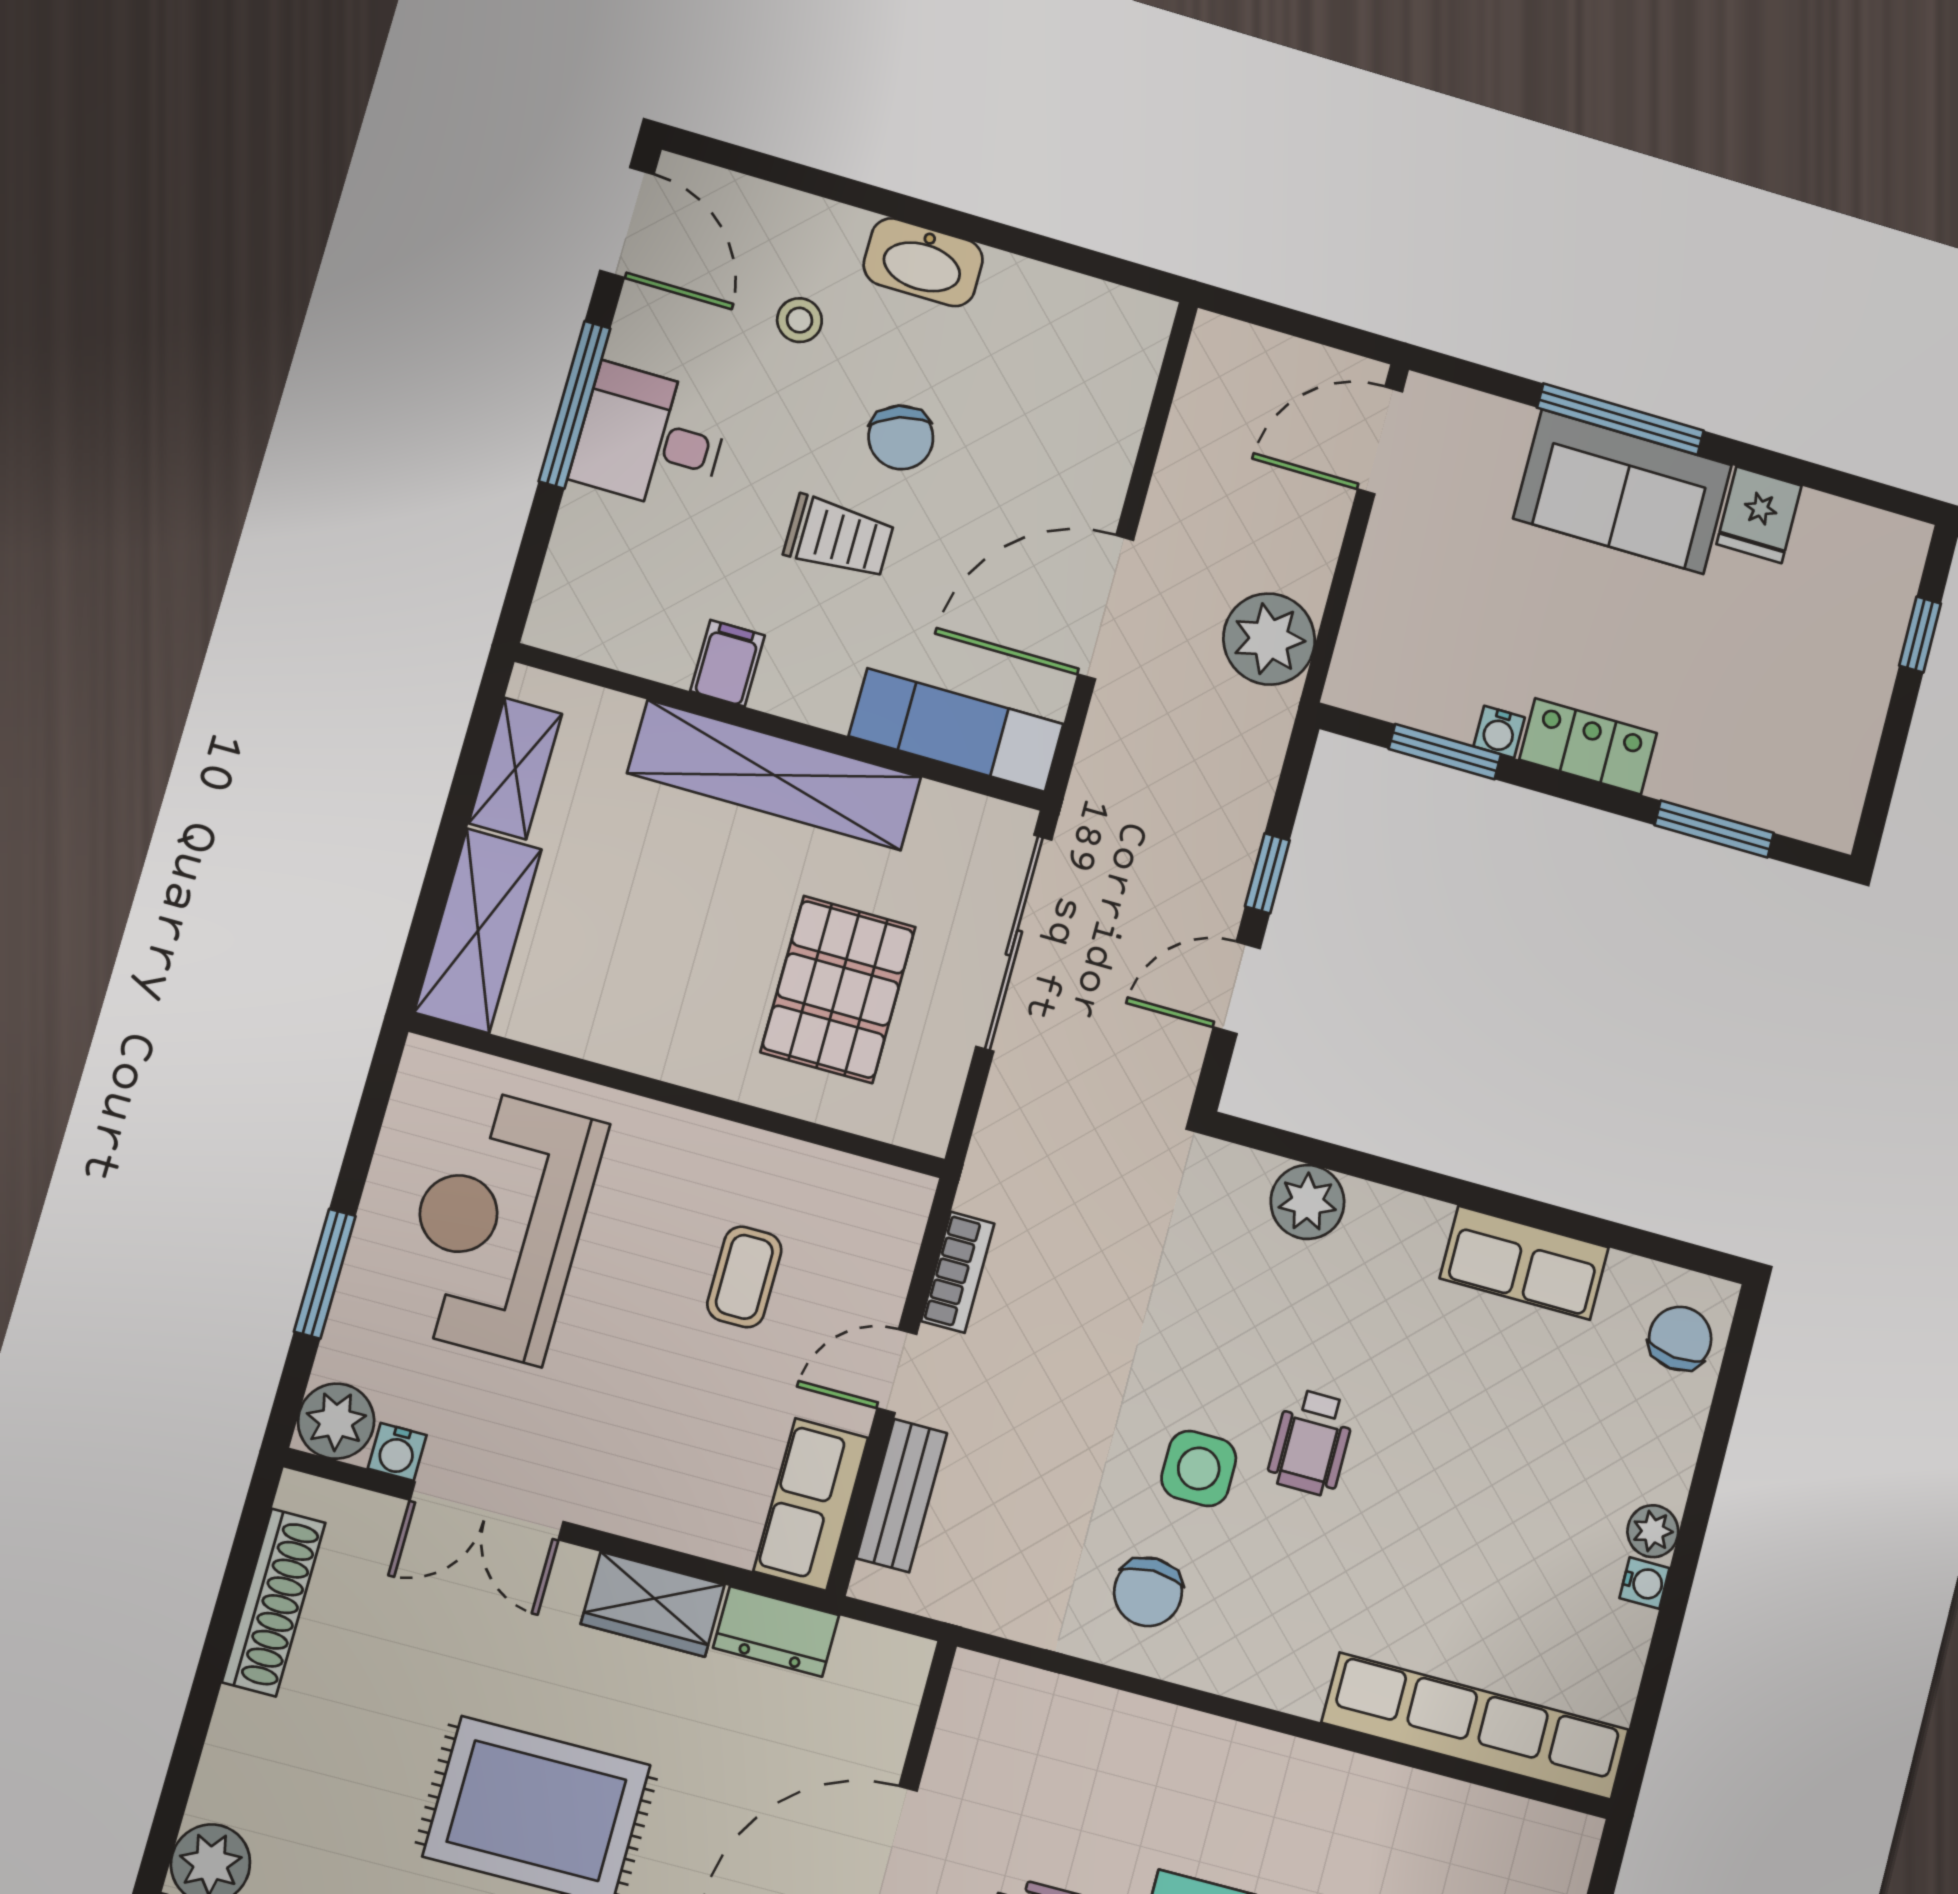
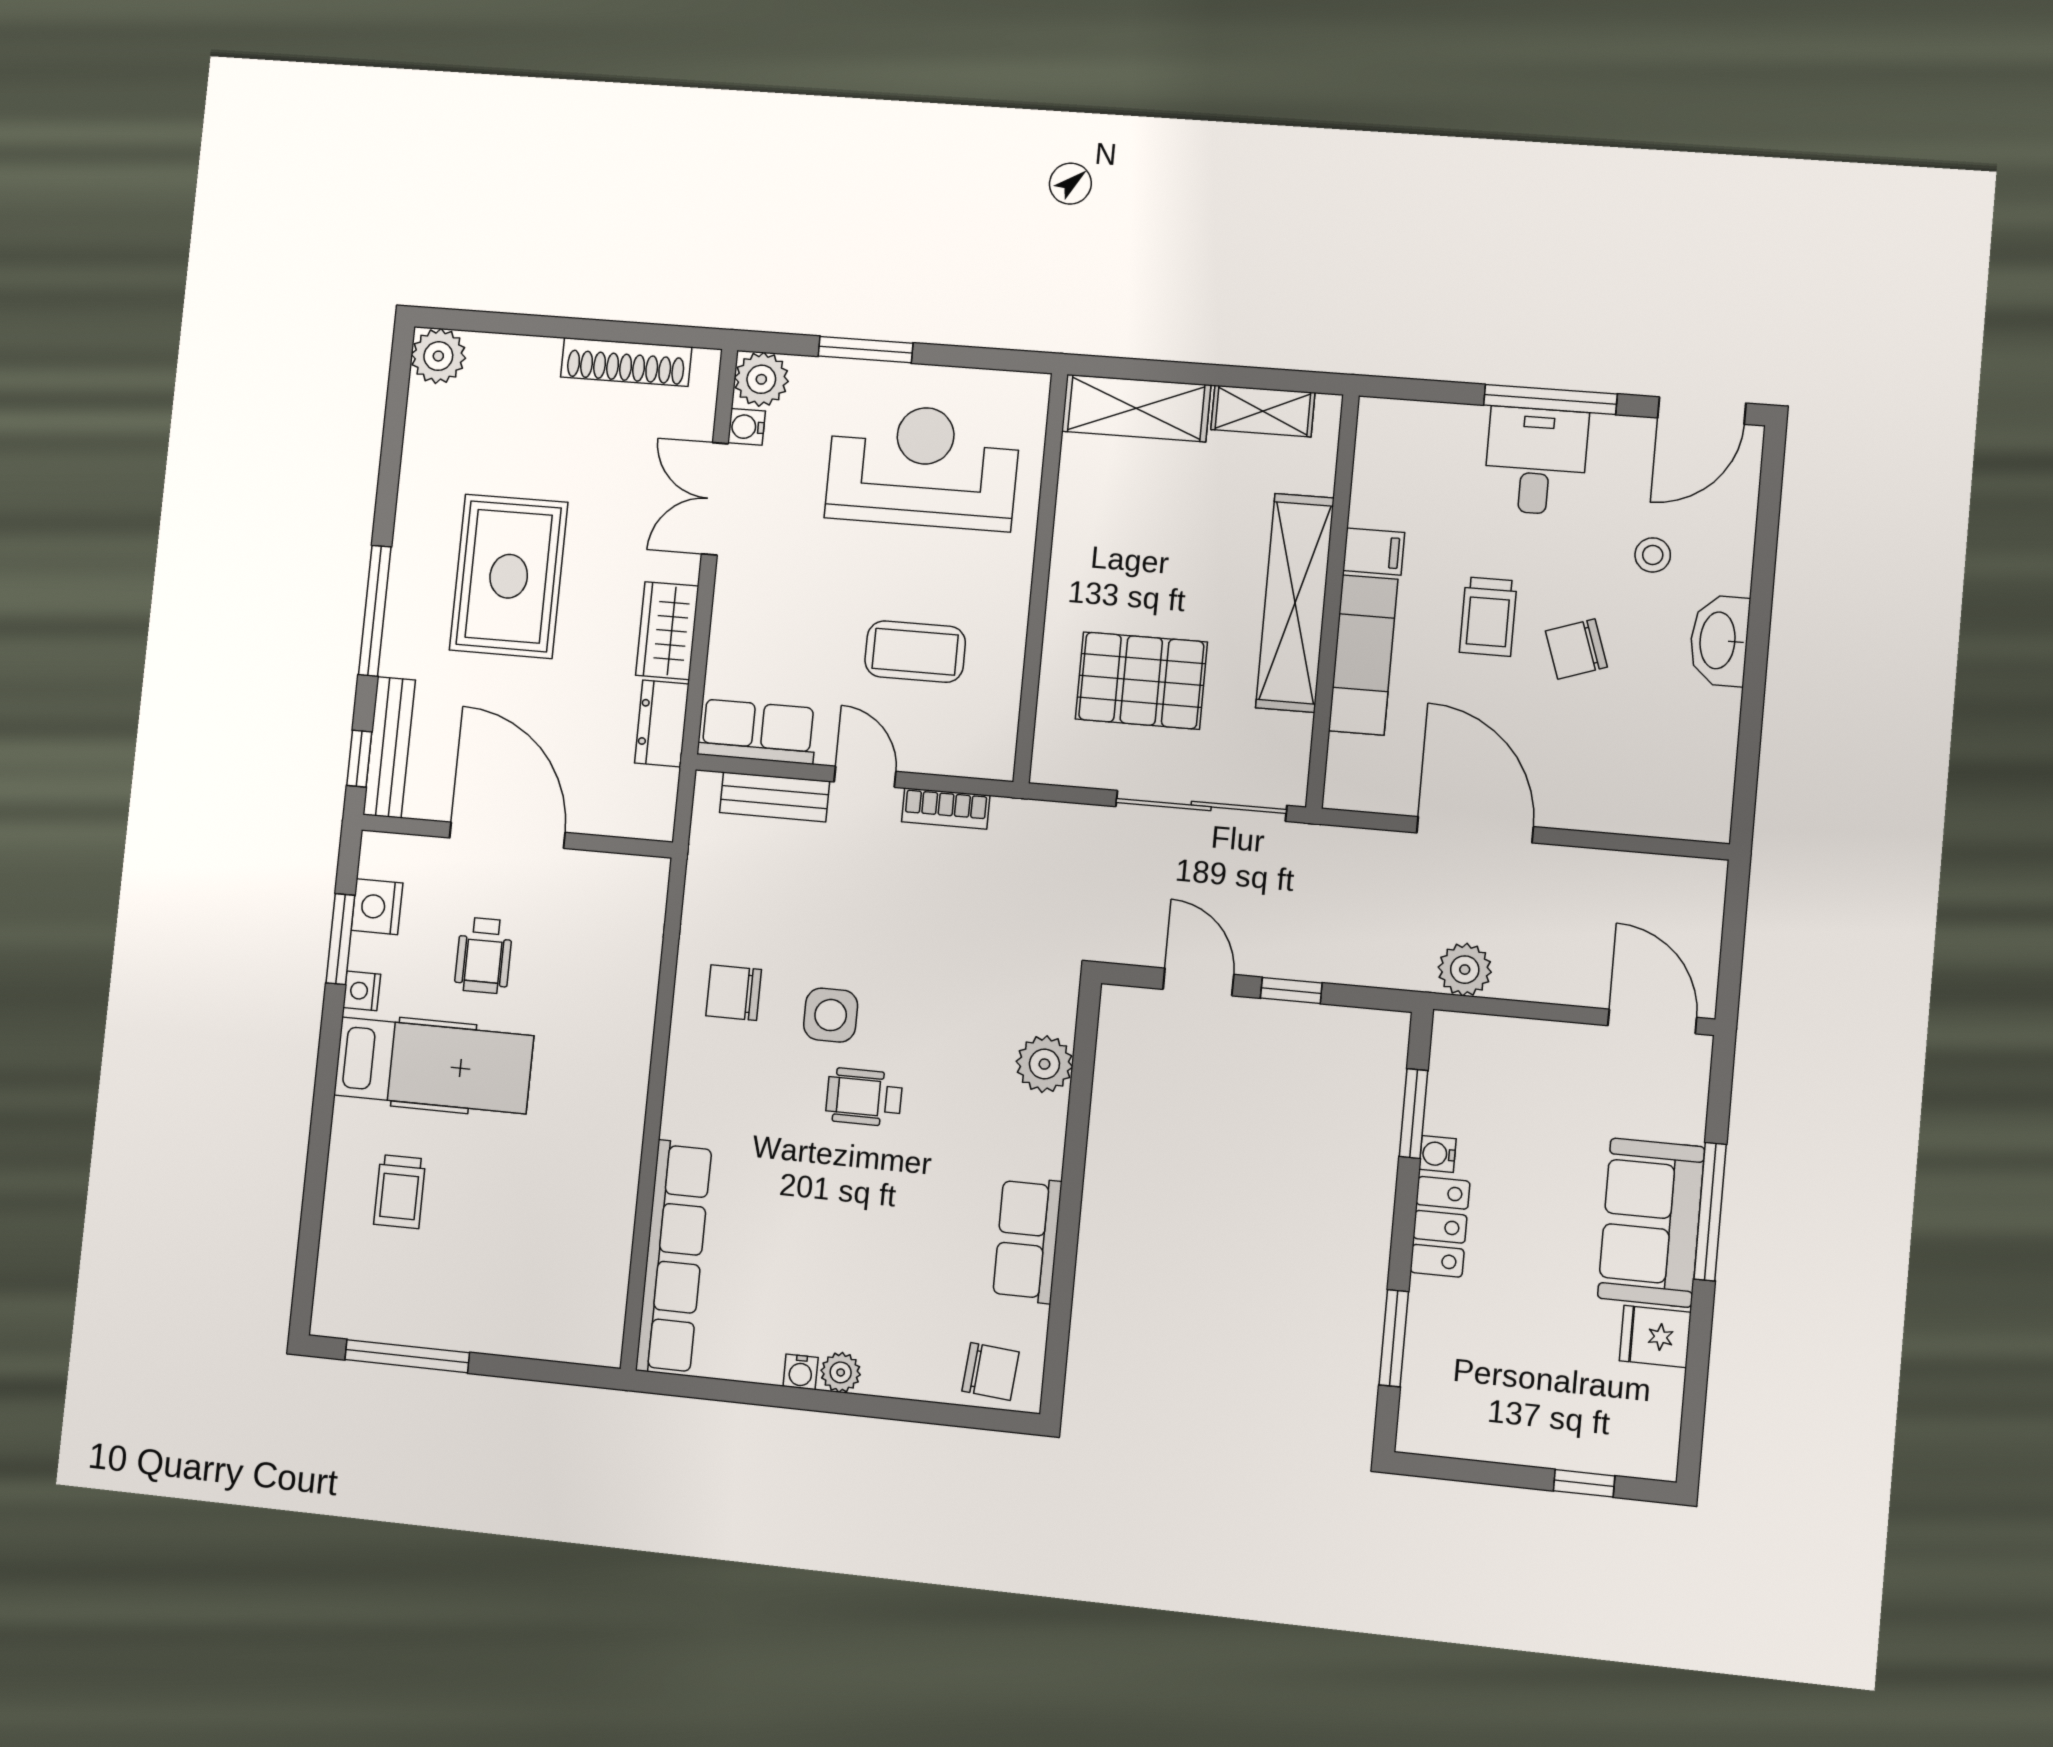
plant: (1269, 639) -> (1465, 970), width x0.73, depth x0.73
exam couch: (956, 730) -> (1363, 655), moved
coffee table: (744, 1277) -> (915, 652), width x1.36, depth x1.30

